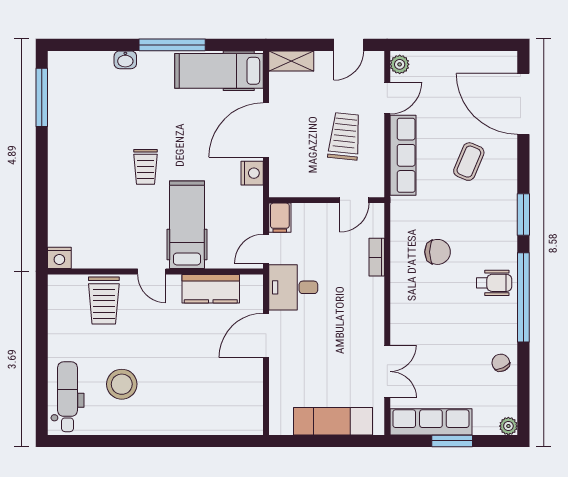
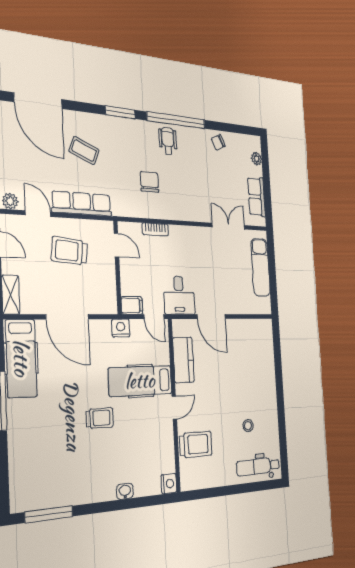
washbasin: (125, 60) -> (125, 491), moved, turned -90
door: (523, 104) -> (38, 101), hinge flipped
nightstand: (252, 173) -> (121, 328), moved
stool: (122, 384) -> (248, 426), width x0.53, depth x0.53
row of seats: (431, 422) -> (256, 197), width x0.68
plant: (508, 426) -> (257, 159), moved
window: (452, 441) -> (267, 183), removed

